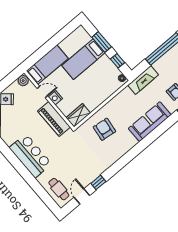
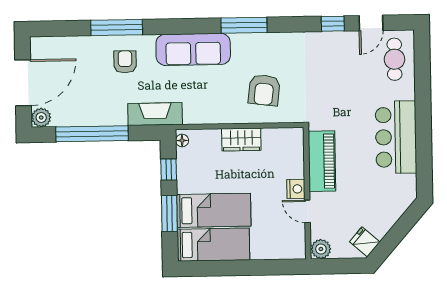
bed: (47, 65) -> (213, 245), moved, turned 180
wardrobe: (78, 115) -> (241, 139), moved
window: (136, 150) -> (244, 25), added

